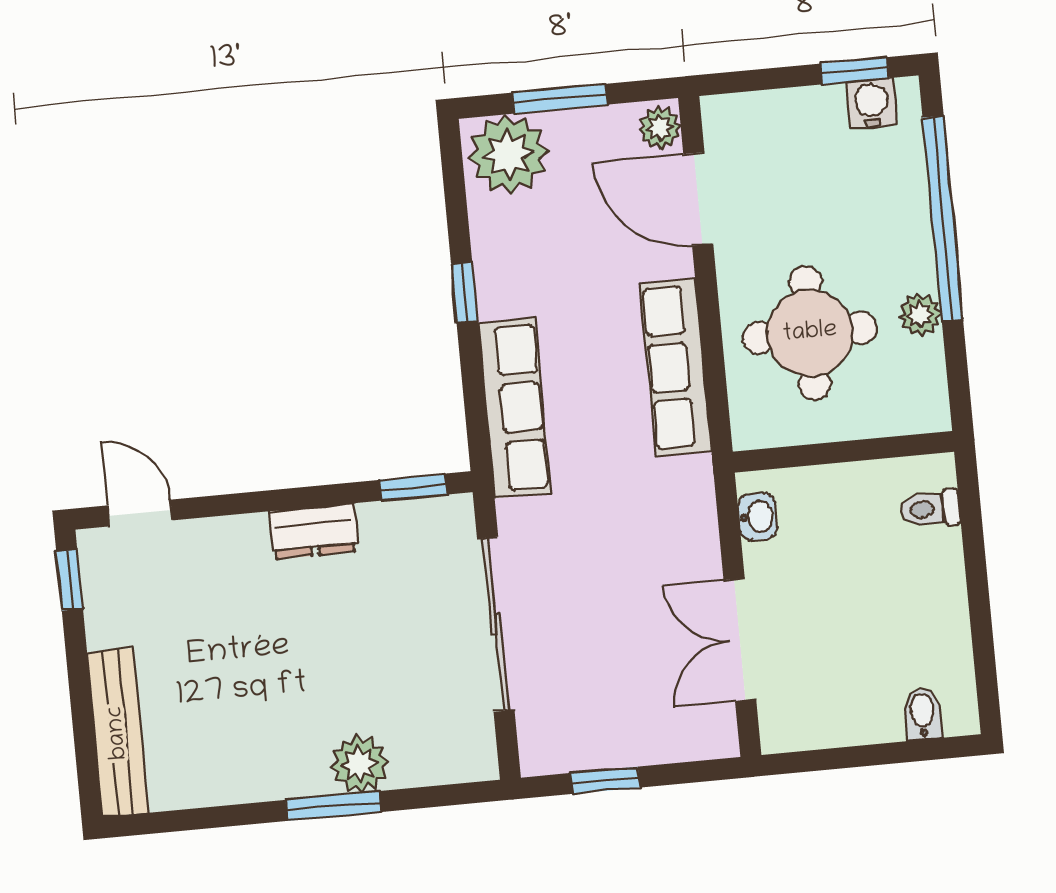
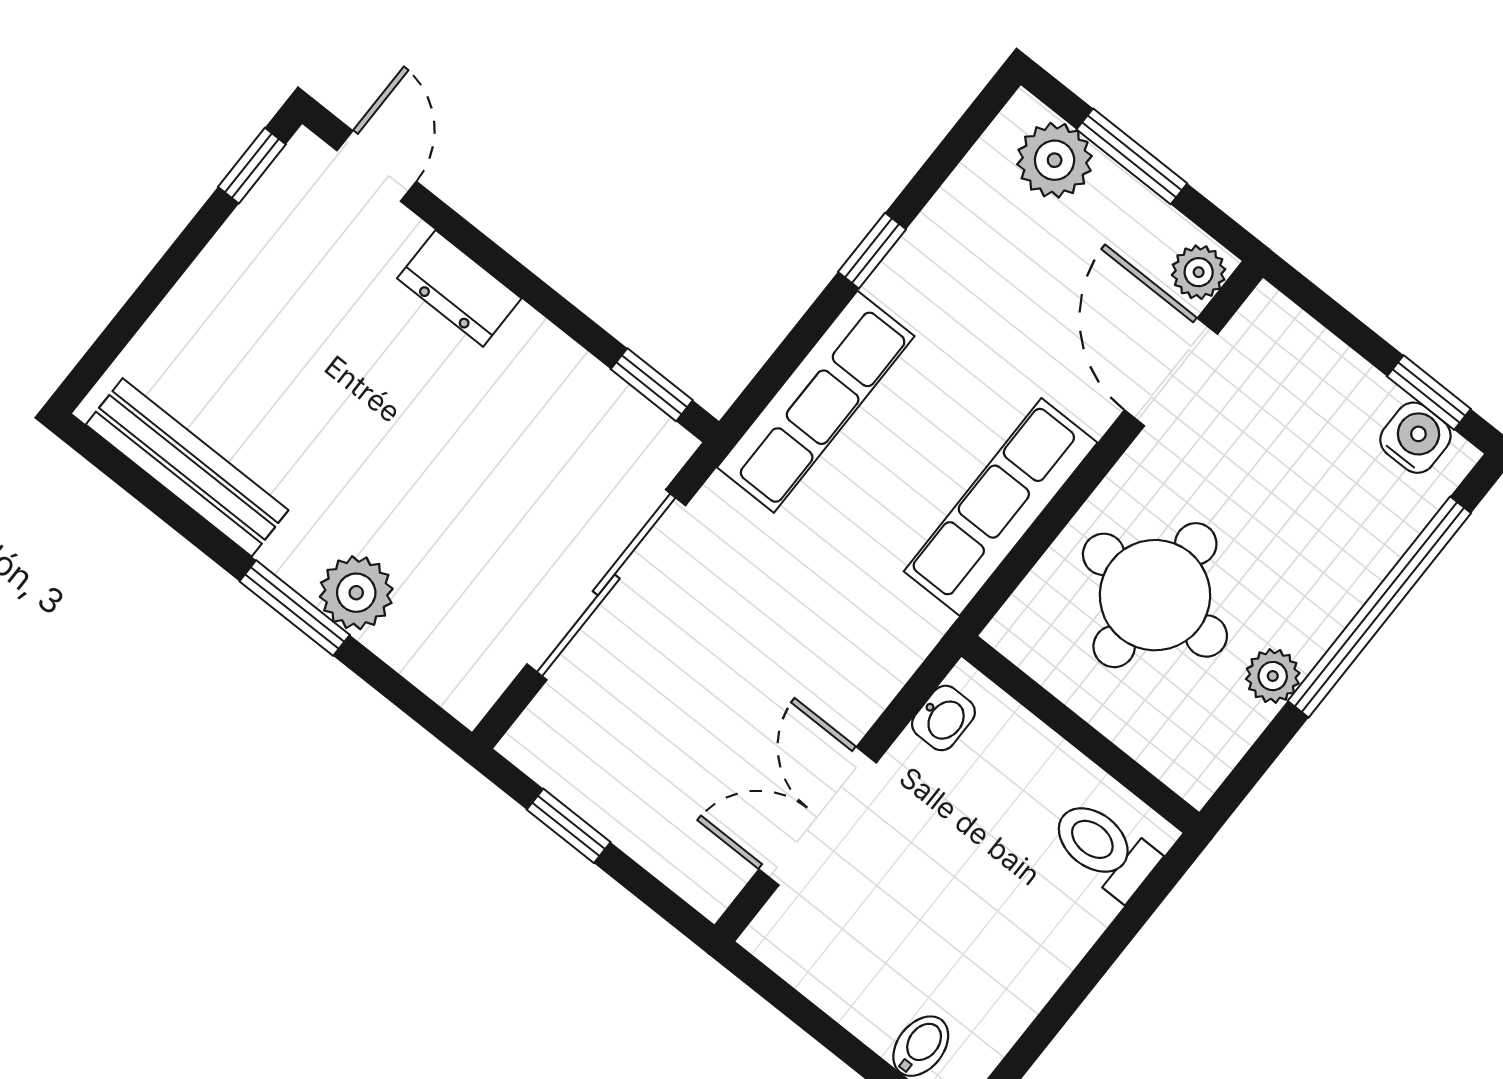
plant: (508, 154) -> (1055, 160), width x0.73, depth x0.73
toilet: (930, 509) -> (1104, 848), width x1.37, depth x1.39
dresser: (314, 531) -> (459, 288), moved
bench: (118, 733) -> (187, 467), moved, turned 90

